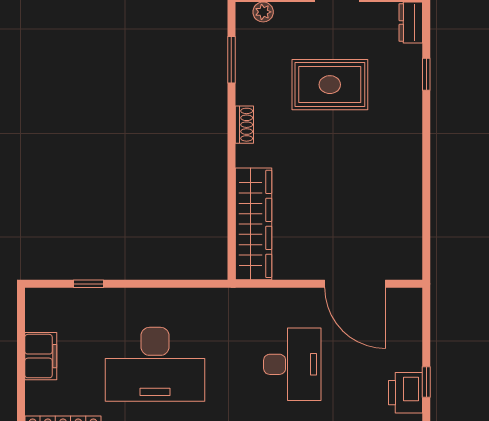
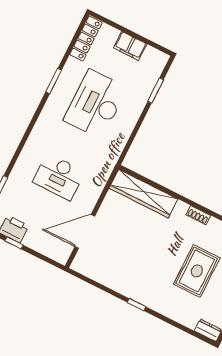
window: (426, 74) -> (137, 305), moved
window: (89, 284) -> (156, 90), width x1.50

